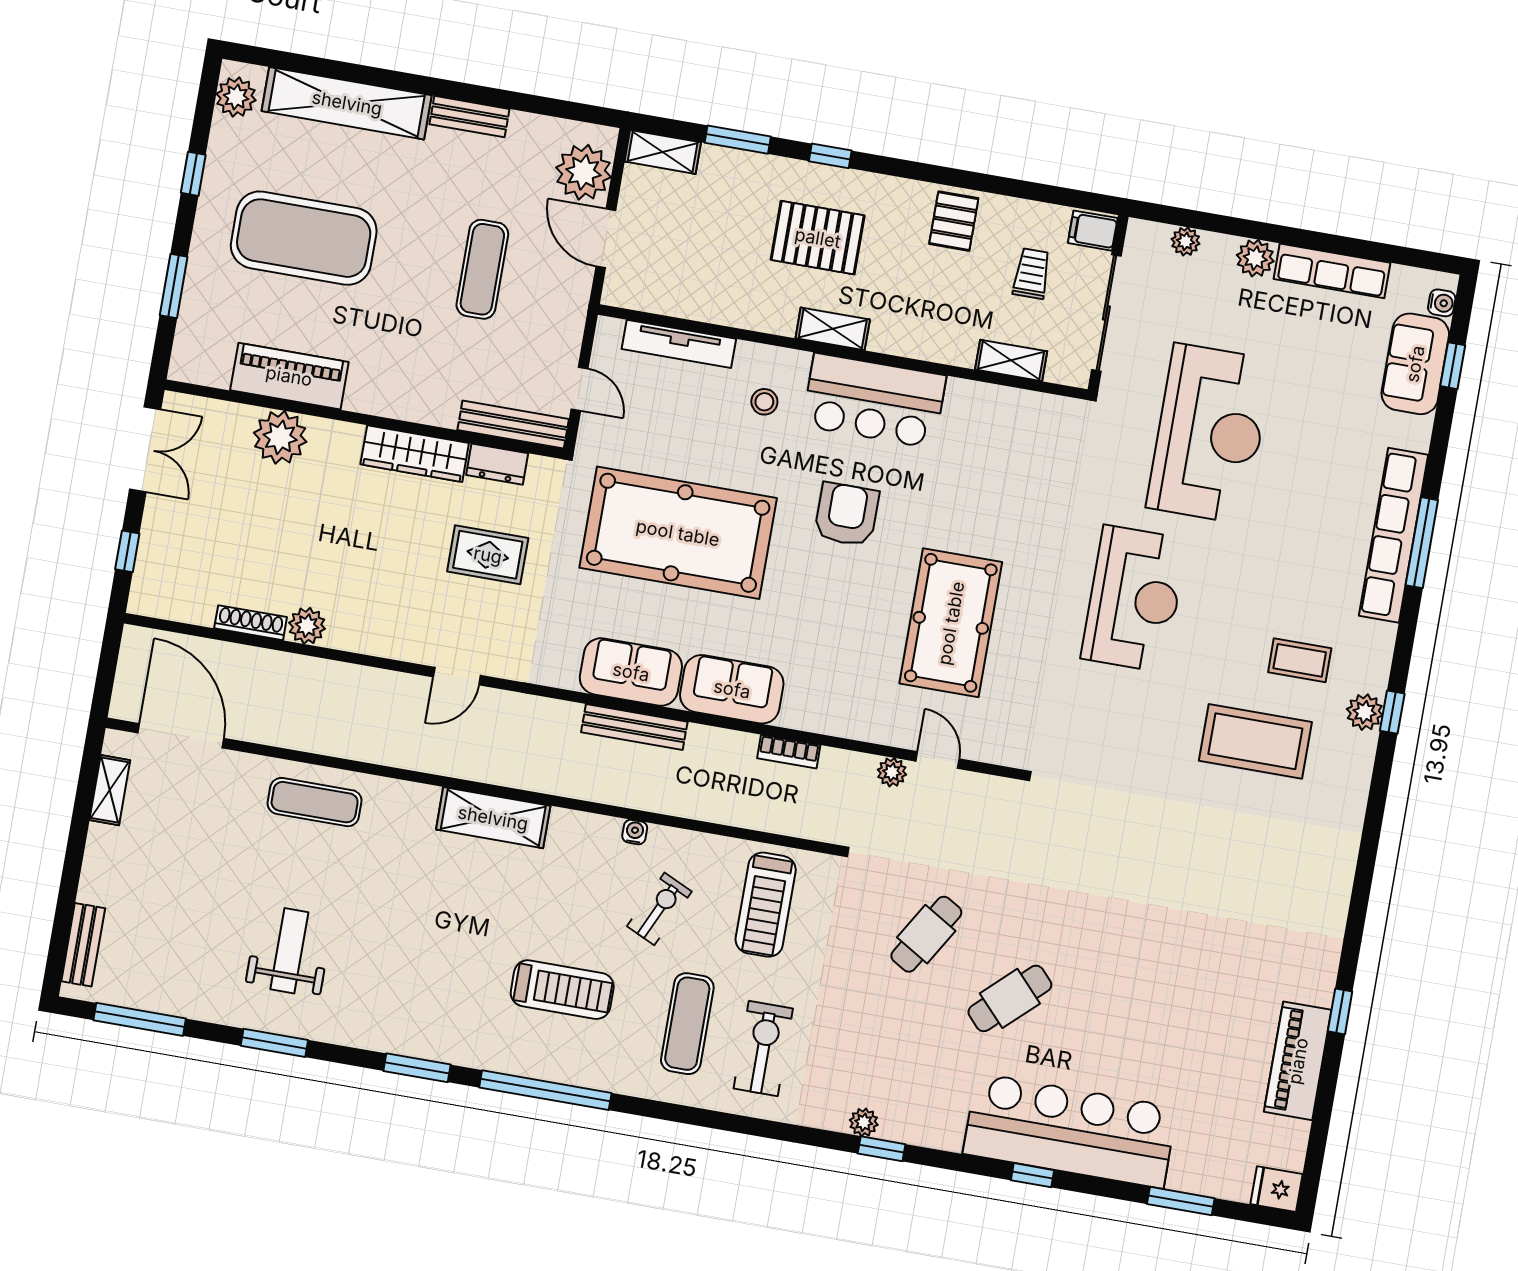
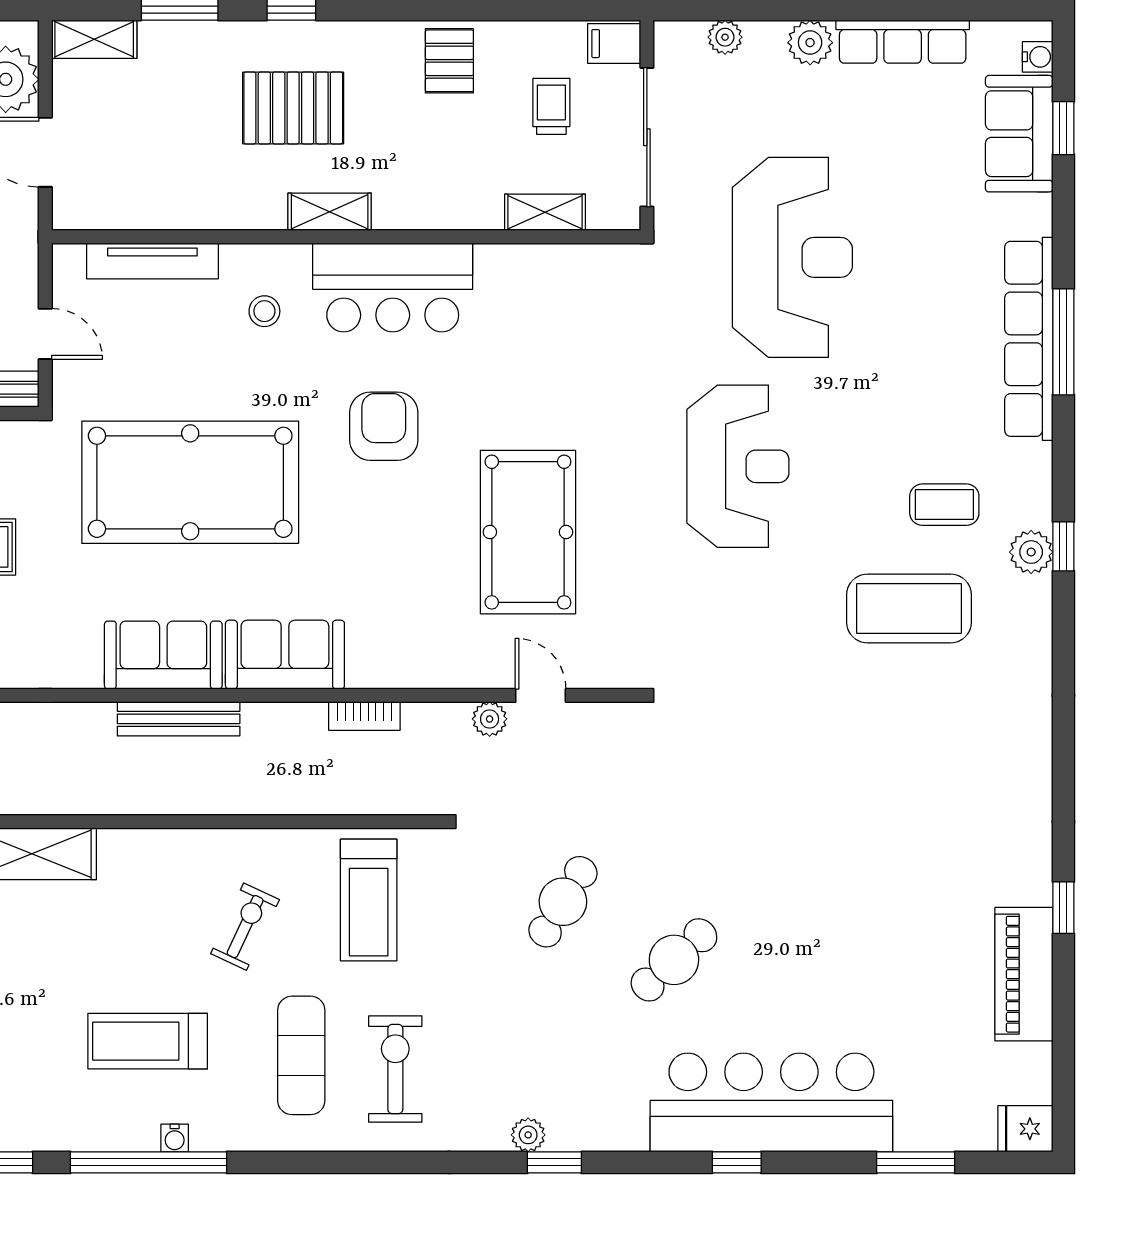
water cooler: (635, 832) -> (175, 1138), moved, turned 180
treadmill: (562, 990) -> (148, 1041), turned 180

